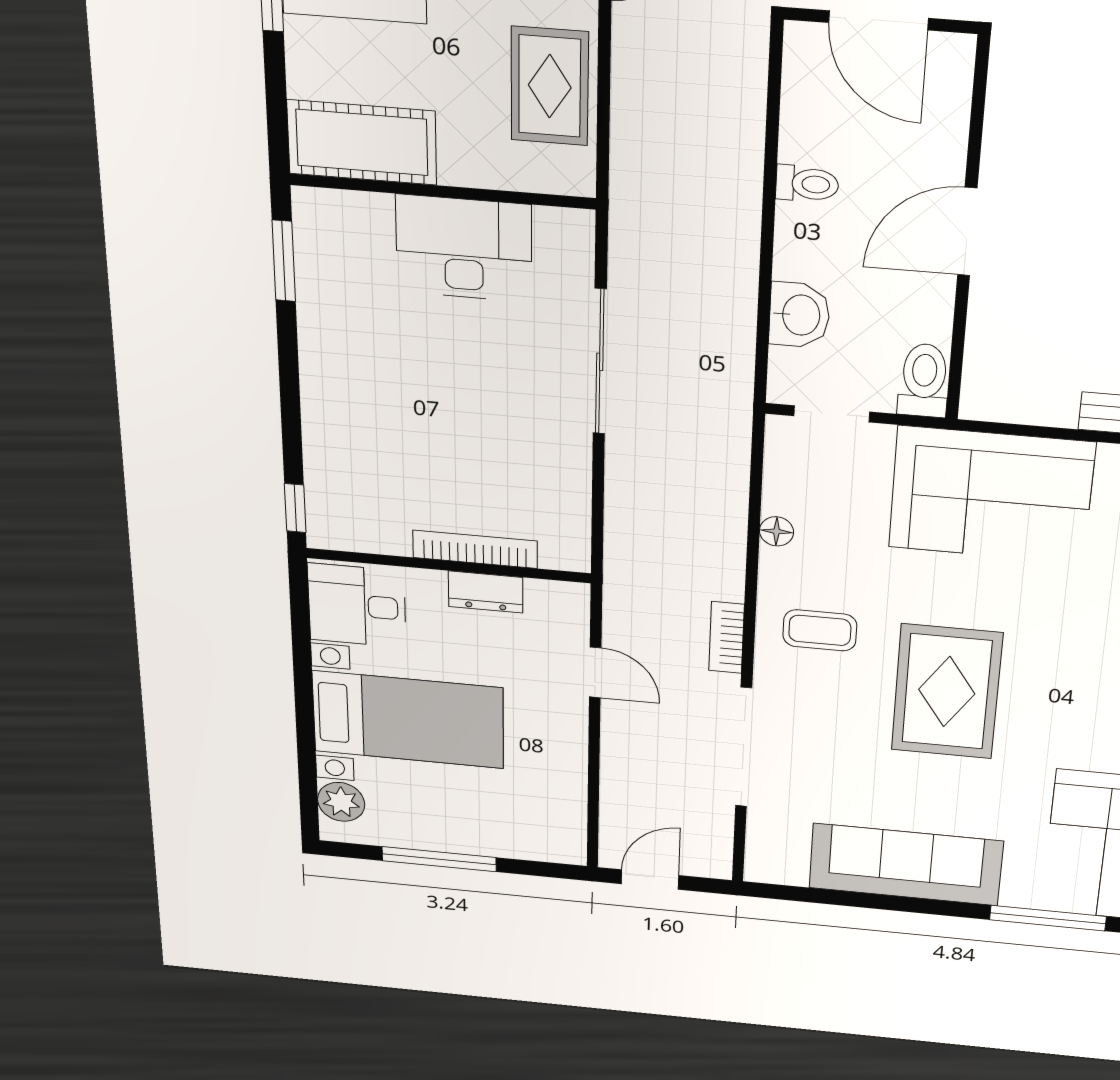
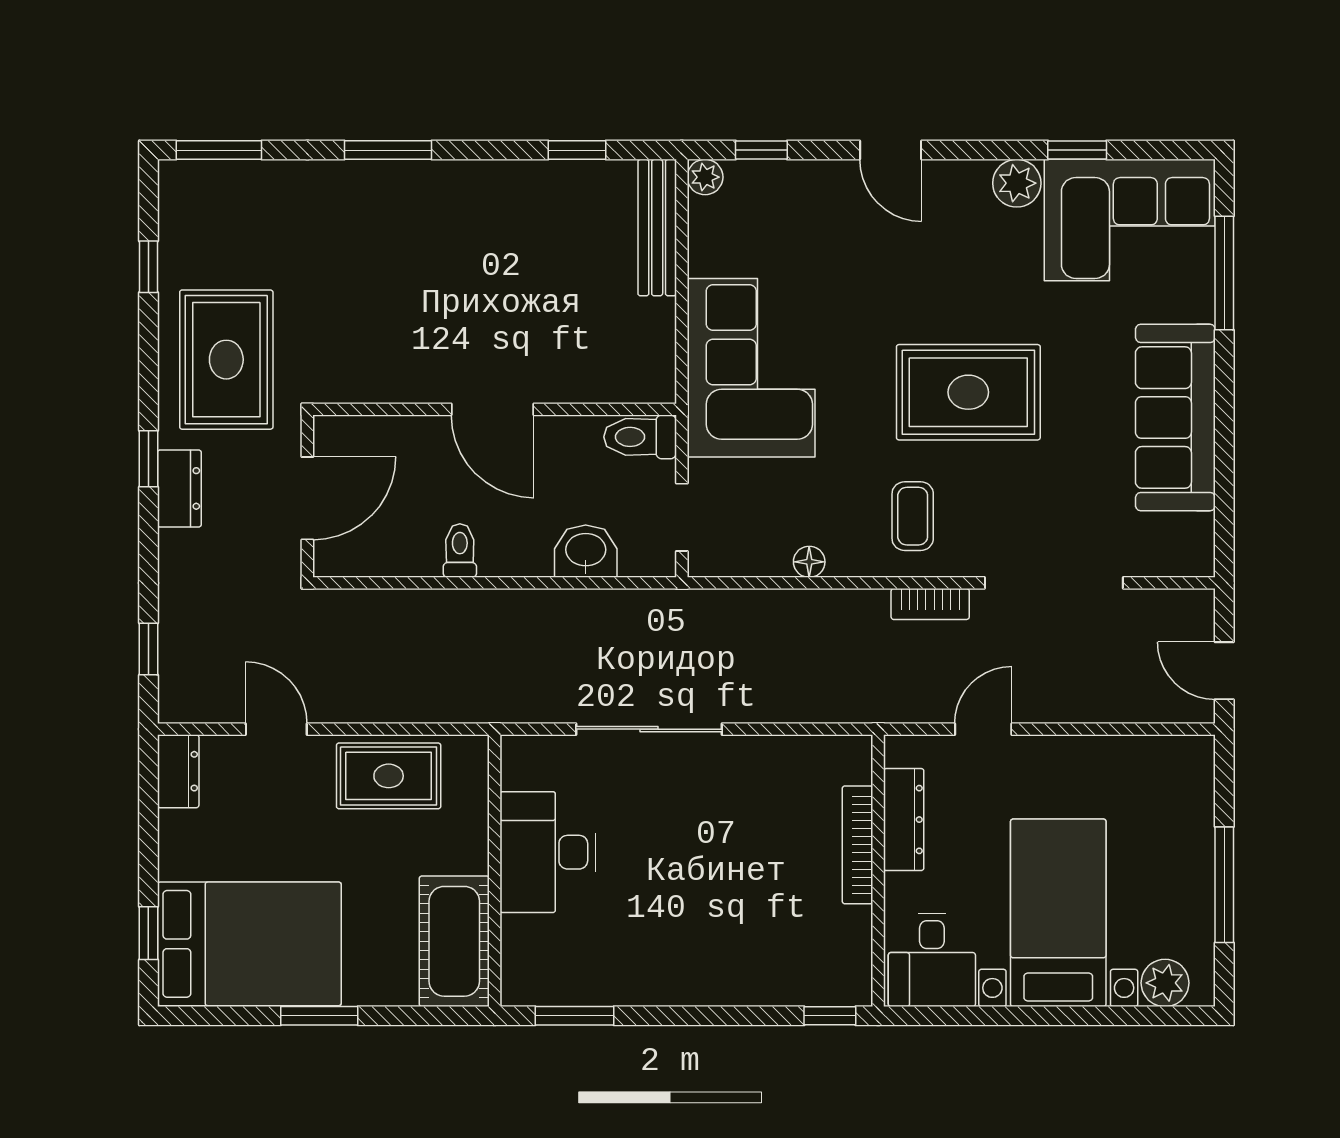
dresser: (486, 592) -> (904, 820), width x1.44

